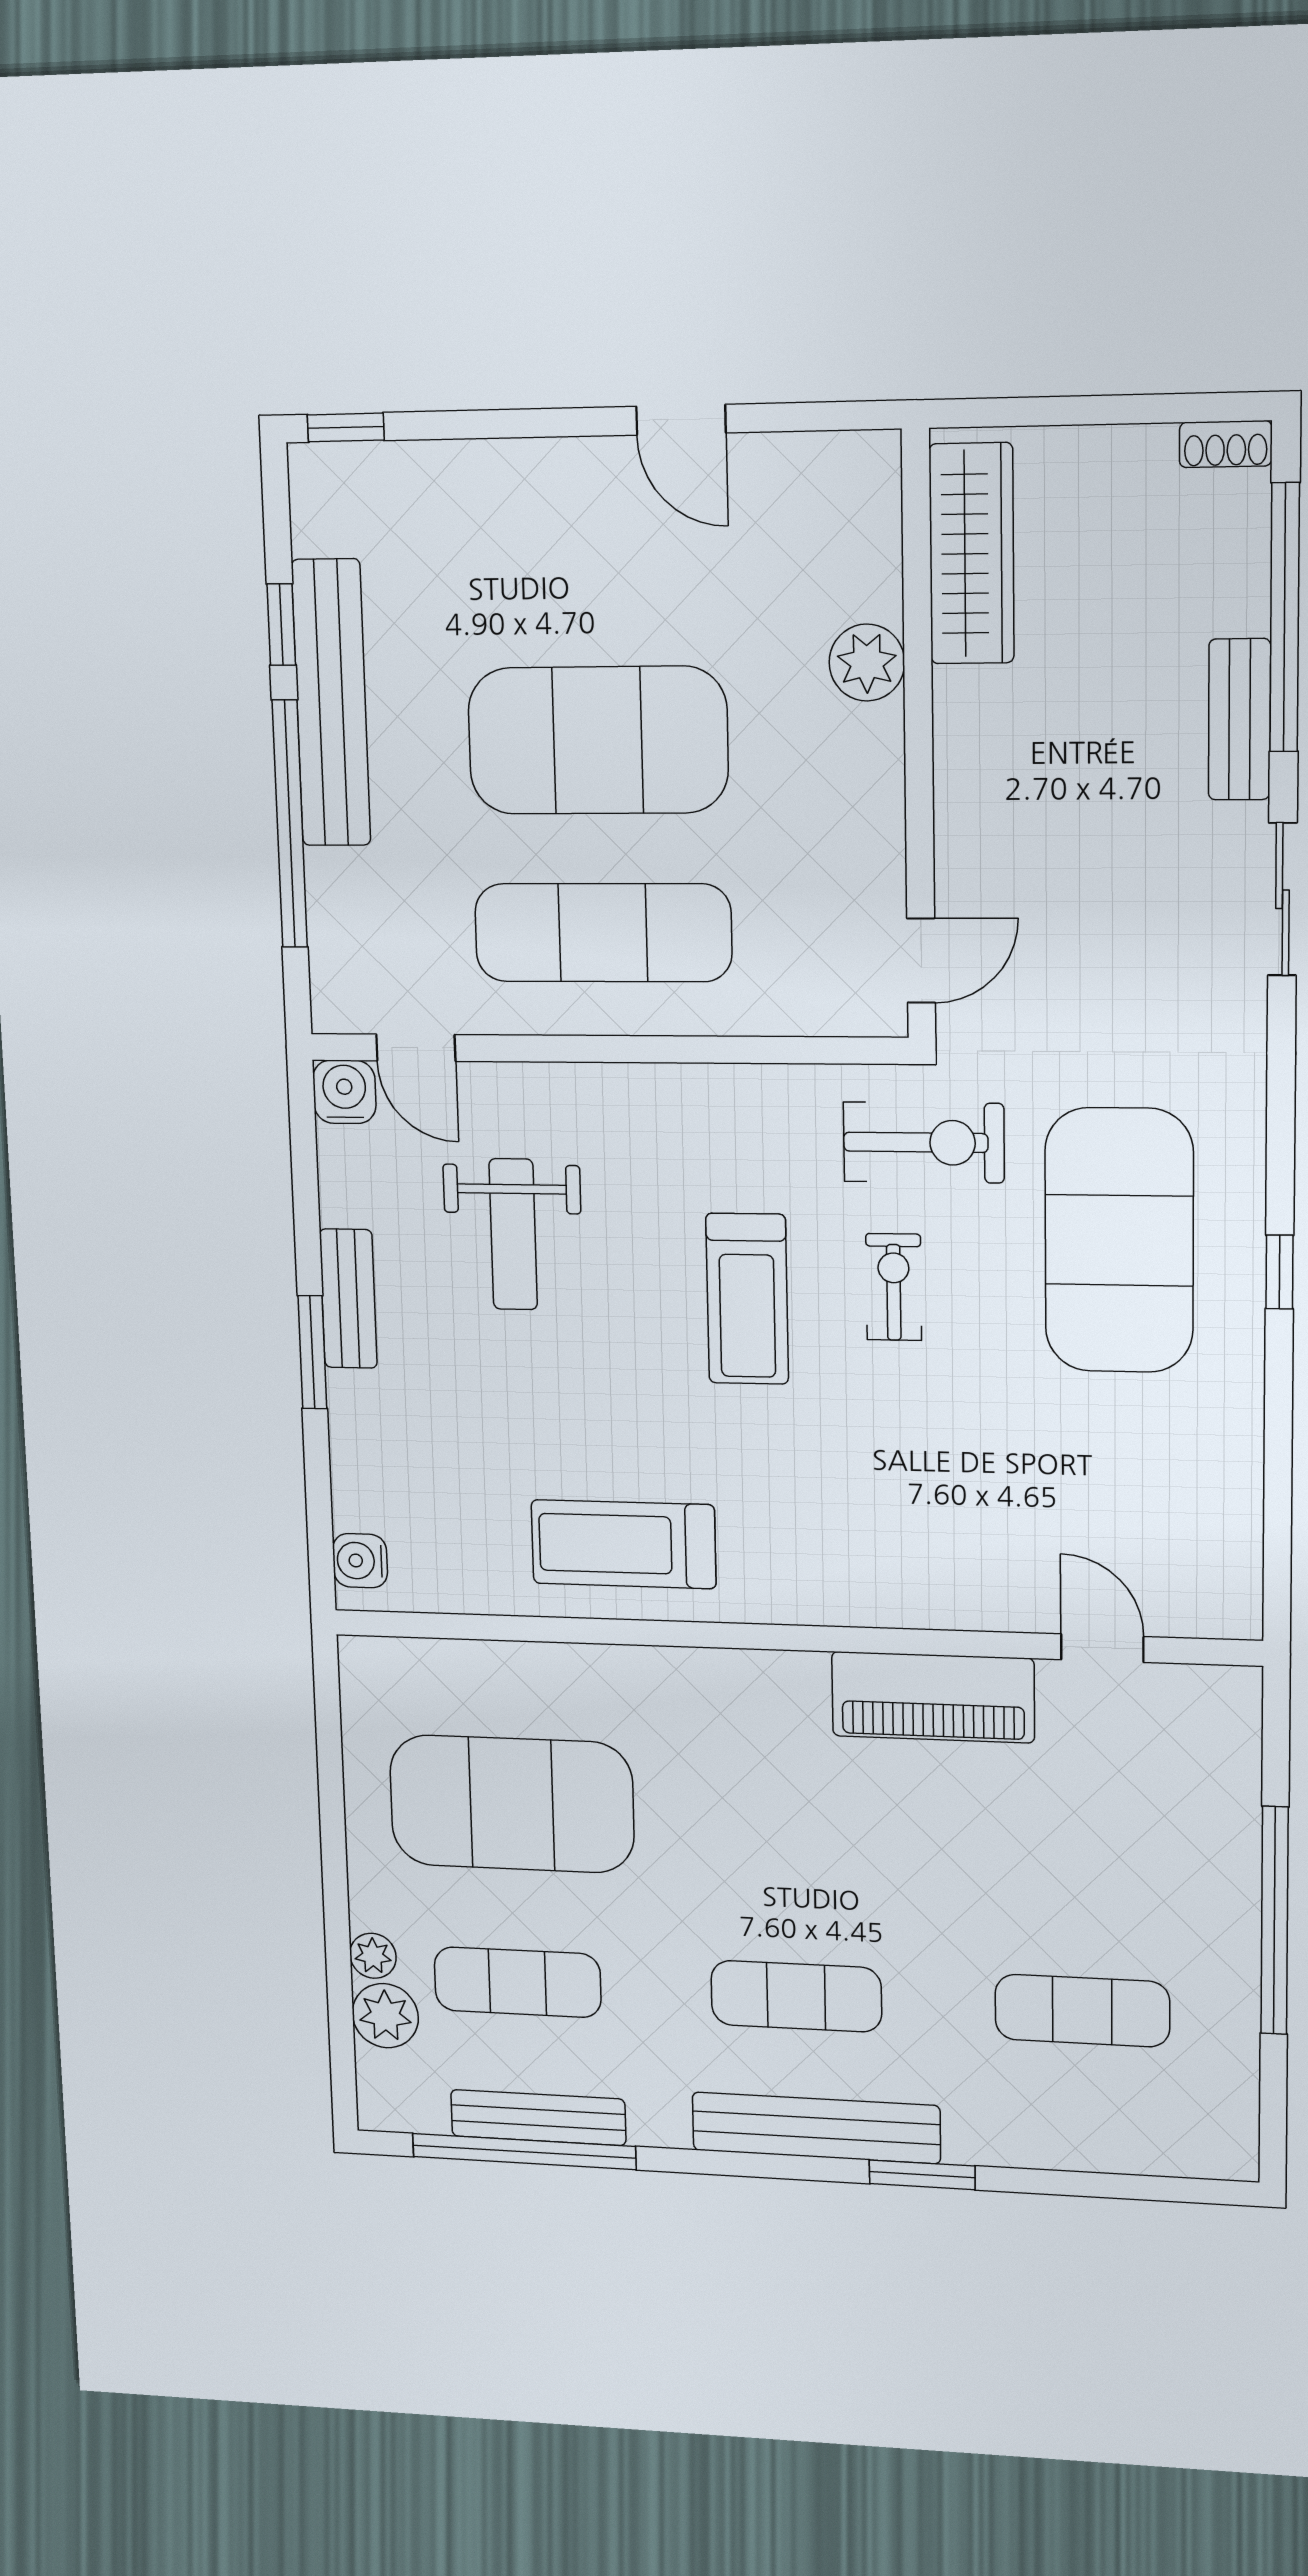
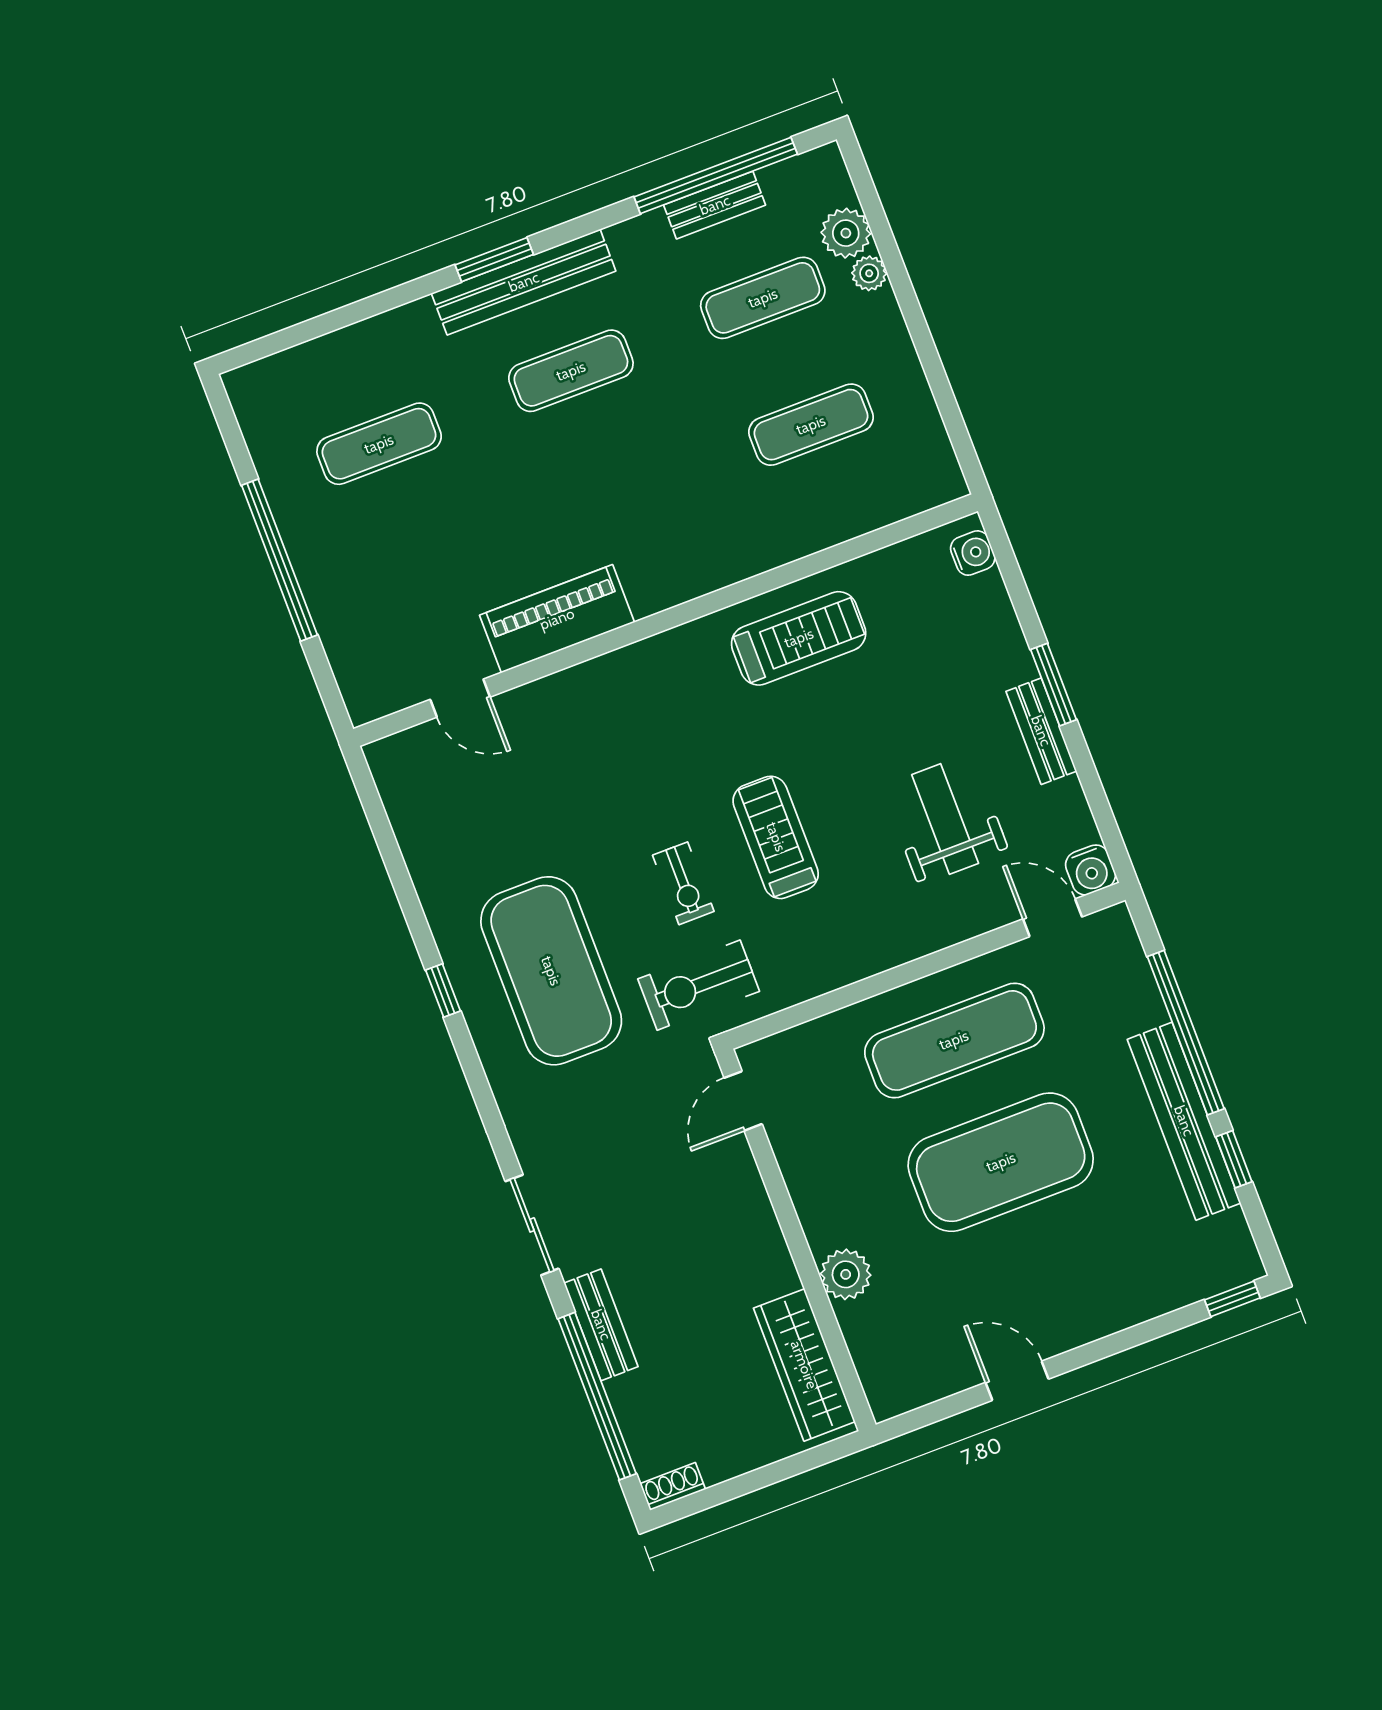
exercise mat: (512, 1804) -> (811, 425), width x0.50, depth x0.69
bench: (538, 2118) -> (715, 205), width x0.73
window: (922, 2175) -> (494, 260), moved

